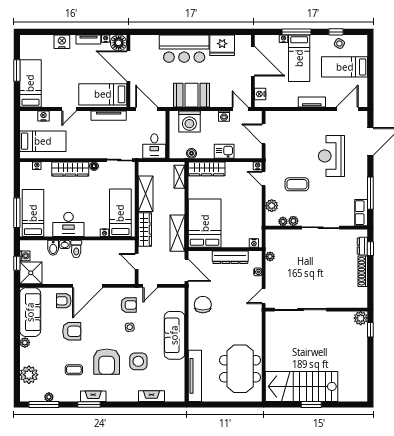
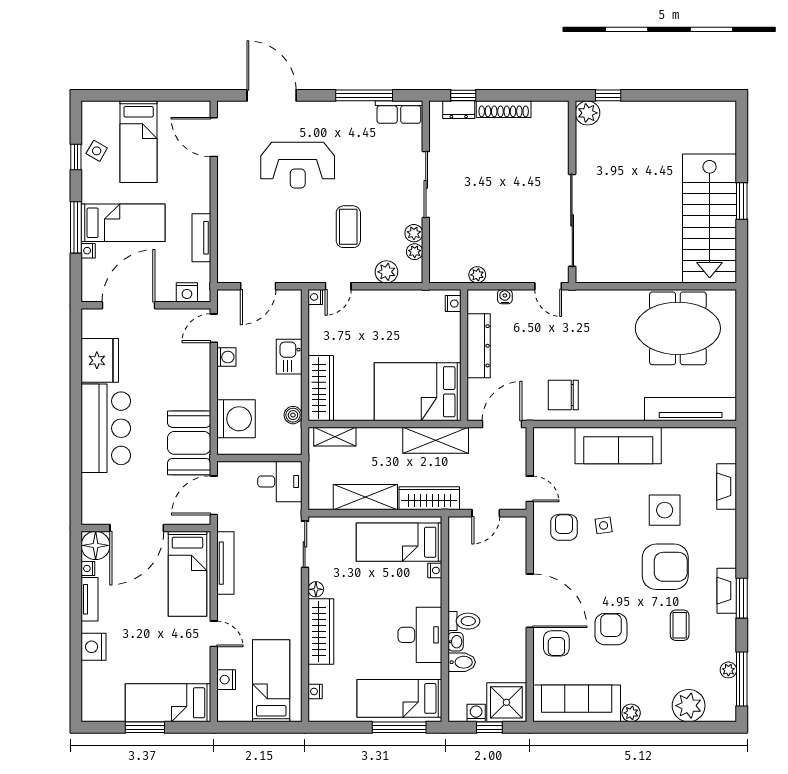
booth: (192, 95) -> (189, 443), moved
tv unit: (312, 102) -> (201, 238), moved

